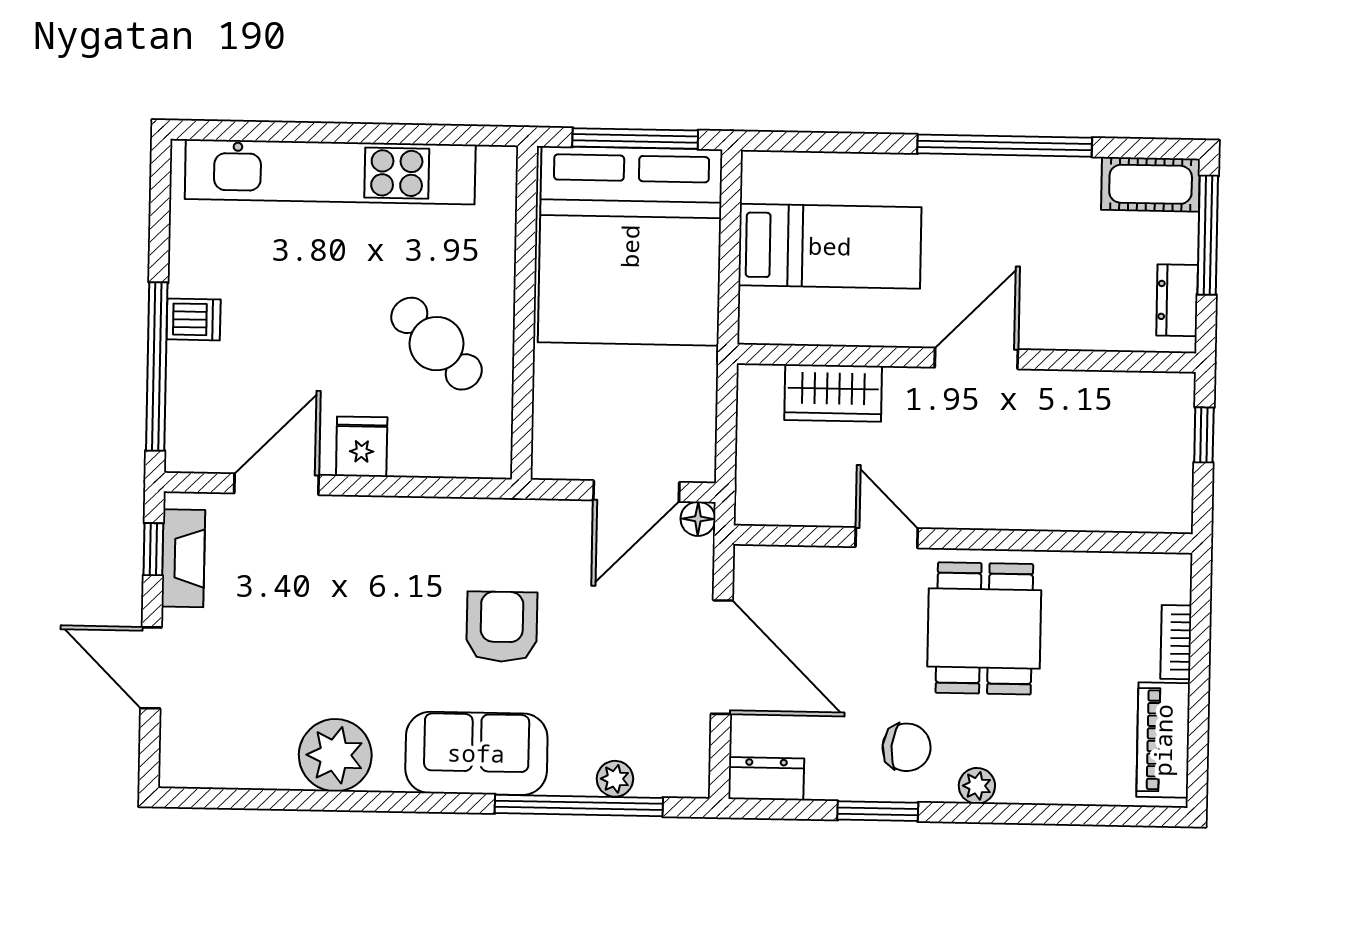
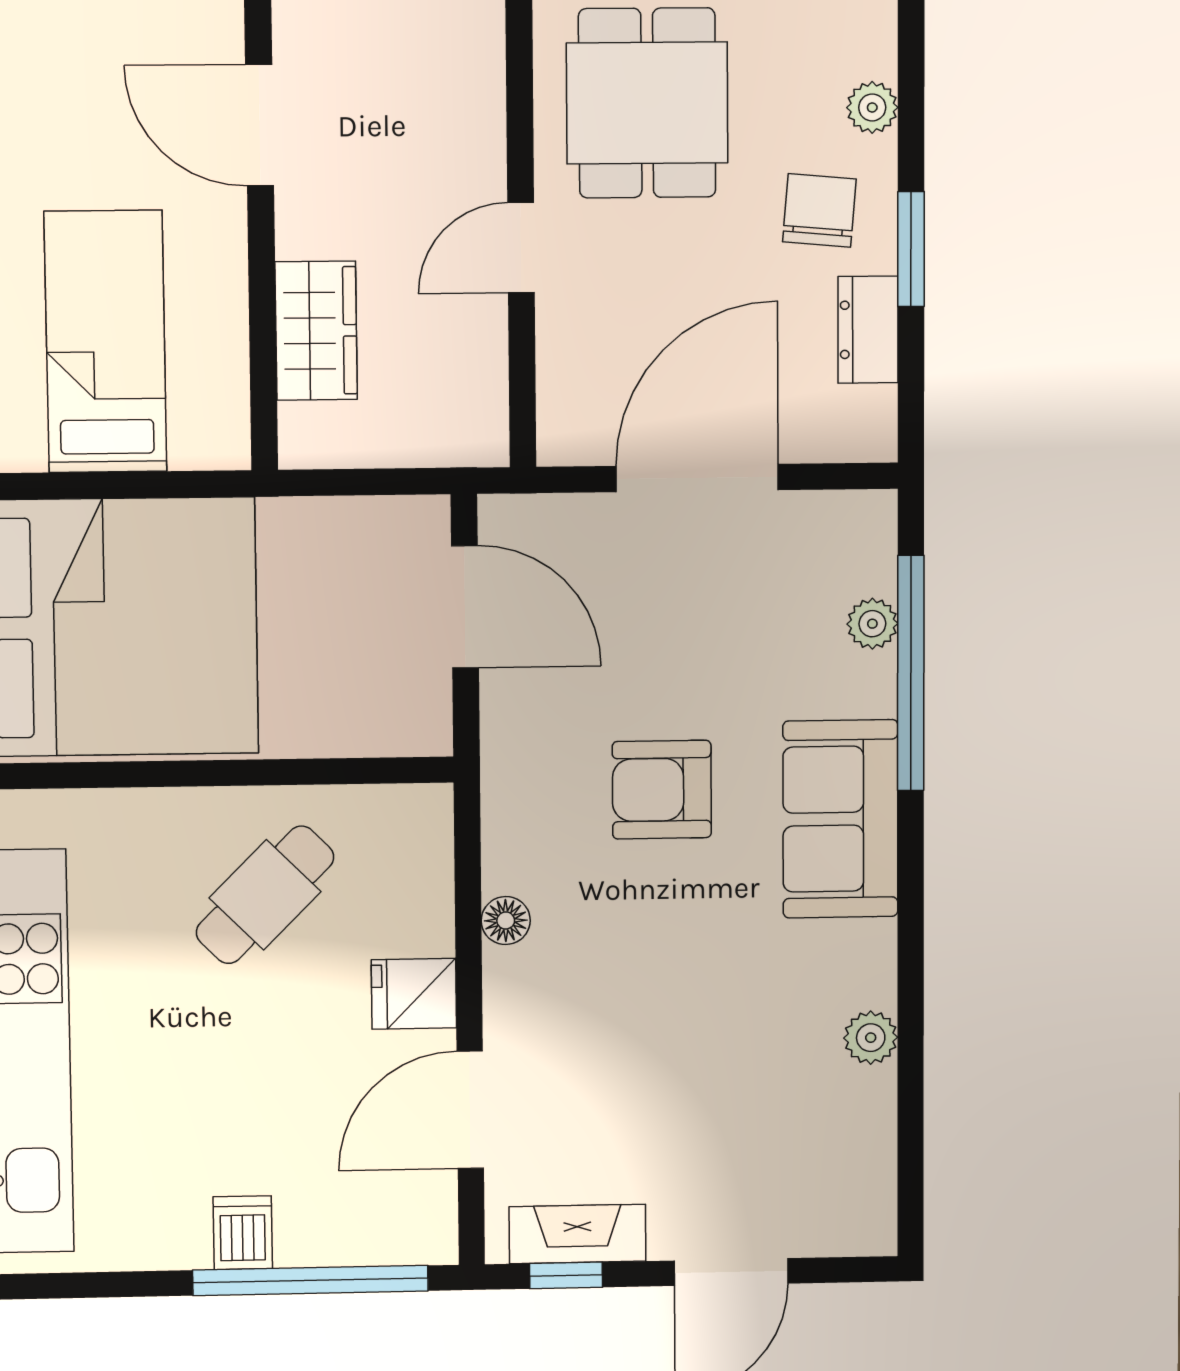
door: (276, 484) -> (470, 1110), hinge flipped
floor lamp: (698, 519) -> (506, 921), moved
dining table: (984, 628) -> (647, 103), turned 90
plant: (335, 755) -> (871, 1038), width x0.53, depth x0.53
dresser: (766, 779) -> (868, 330), moved

